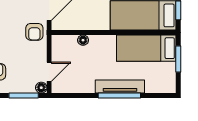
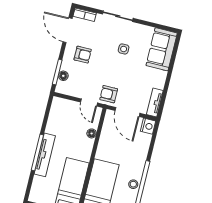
door: (49, 72) -> (89, 103), moved
floor lamp: (41, 88) -> (63, 76), moved

